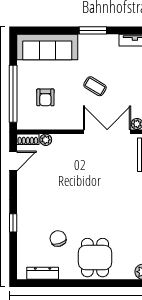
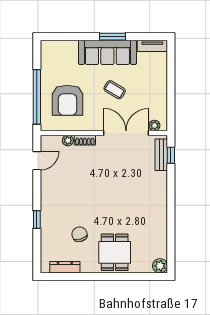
sofa: (47, 47) -> (107, 52), moved
armchair: (45, 97) -> (67, 100), width x1.88, depth x1.88
shoe rack: (28, 139) -> (85, 140), moved

